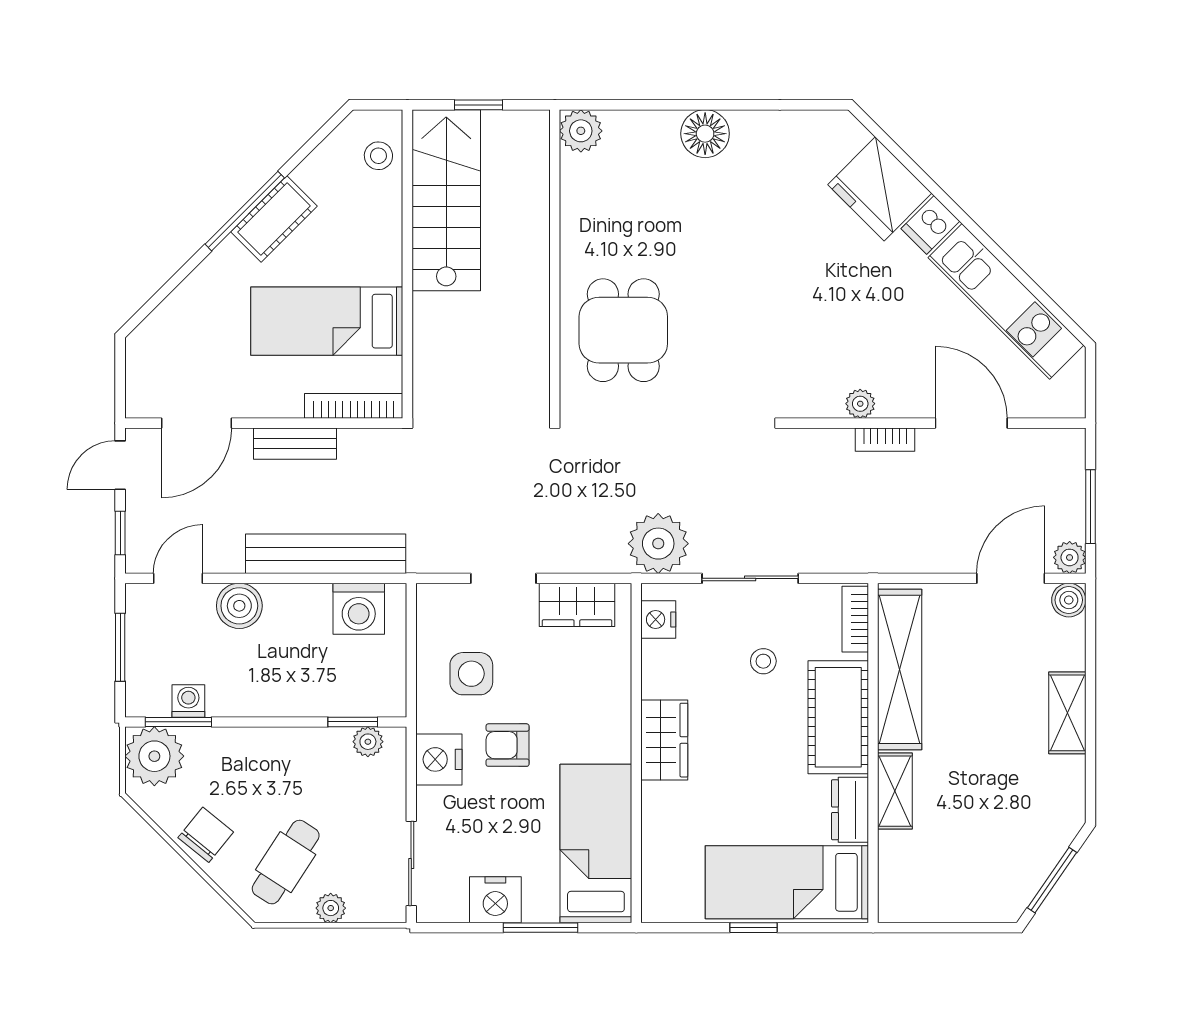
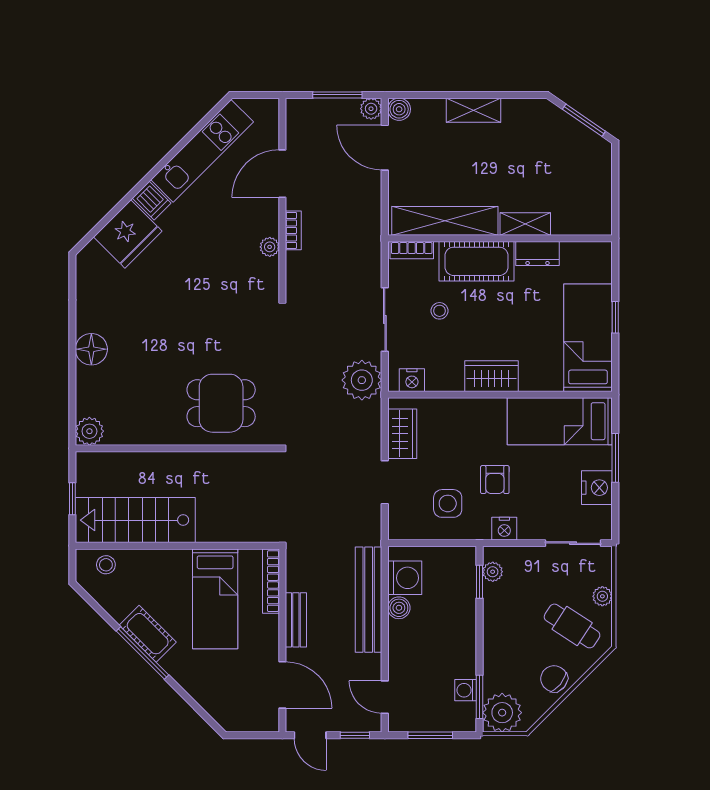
boiler: (239, 606) -> (399, 608), moved, width x0.73, depth x0.73
nightstand: (439, 759) -> (504, 529), width x0.74, depth x0.75
bed: (787, 882) -> (588, 338), moved, turned 180

